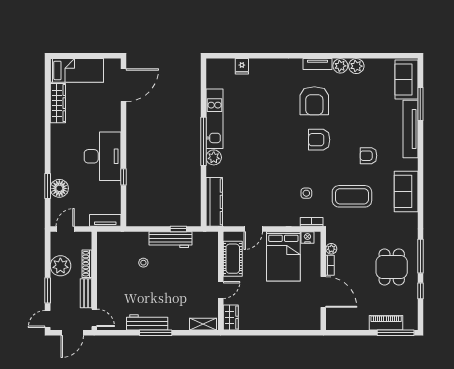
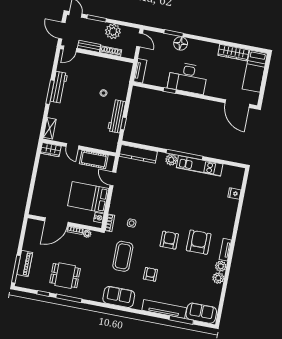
armchair: (314, 101) -> (199, 242), turned 90
floor lamp: (59, 188) -> (181, 44), moved

